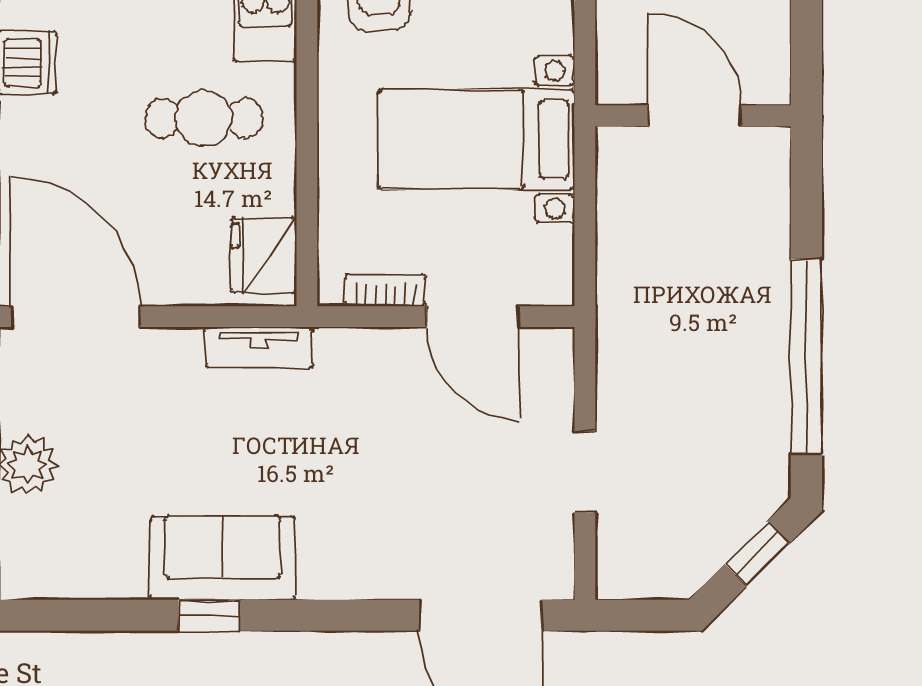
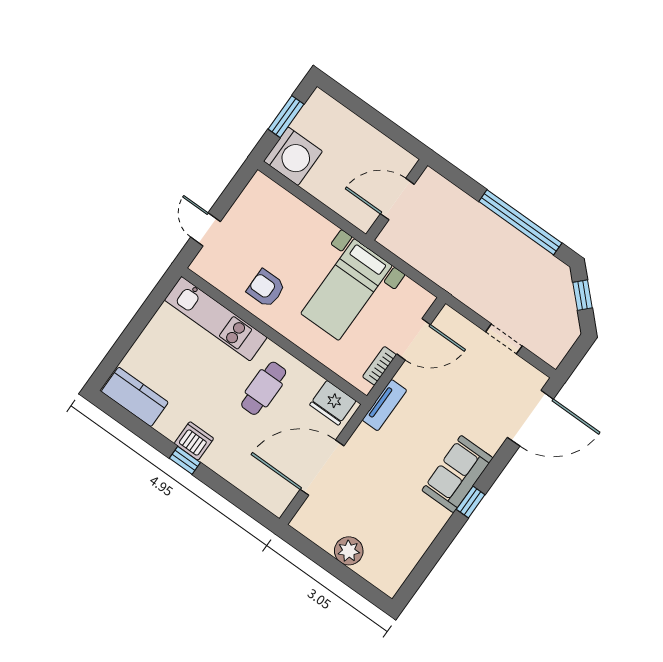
door: (75, 317) -> (322, 468), moved
tv unit: (259, 347) -> (384, 405), moved
sofa: (222, 558) -> (457, 474), moved
window: (209, 615) -> (471, 502), moved

